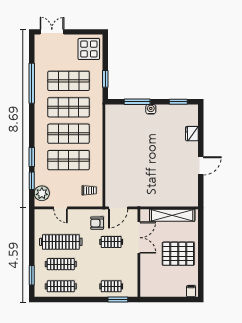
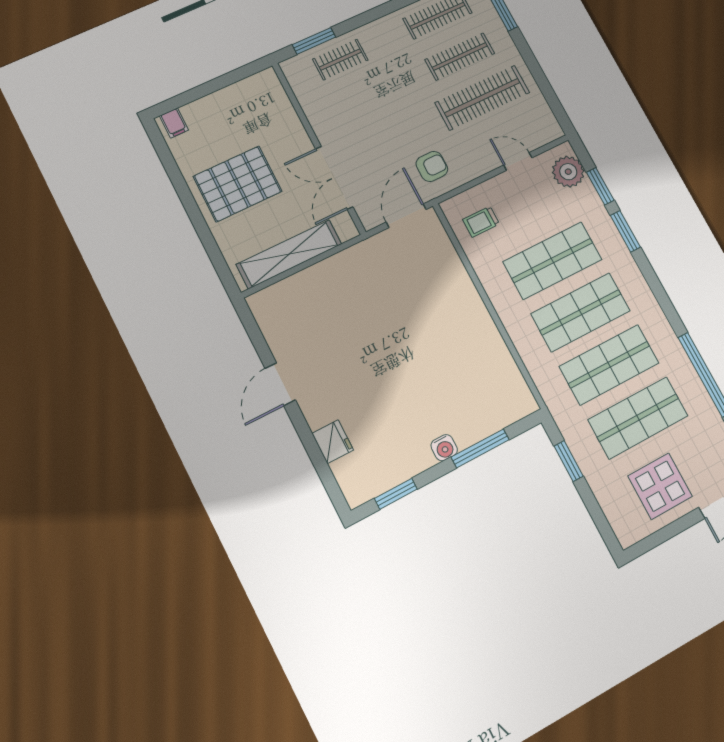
display table: (89, 49) -> (660, 486), moved
clothes rail: (111, 242) -> (385, 143), removed

